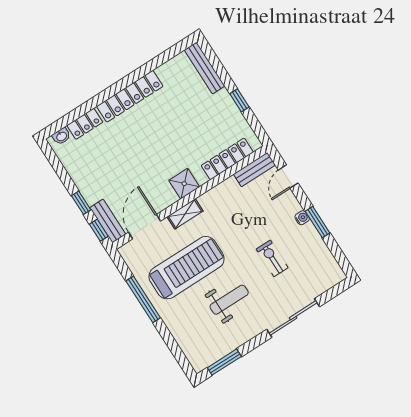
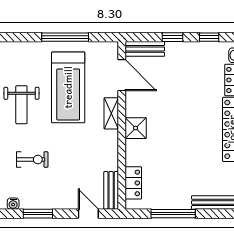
window: (239, 100) -> (173, 214), width x2.17
locker: (227, 159) -> (133, 183), width x0.66
water cooler: (302, 218) -> (13, 204), moved
window: (99, 230) -> (209, 37), moved

